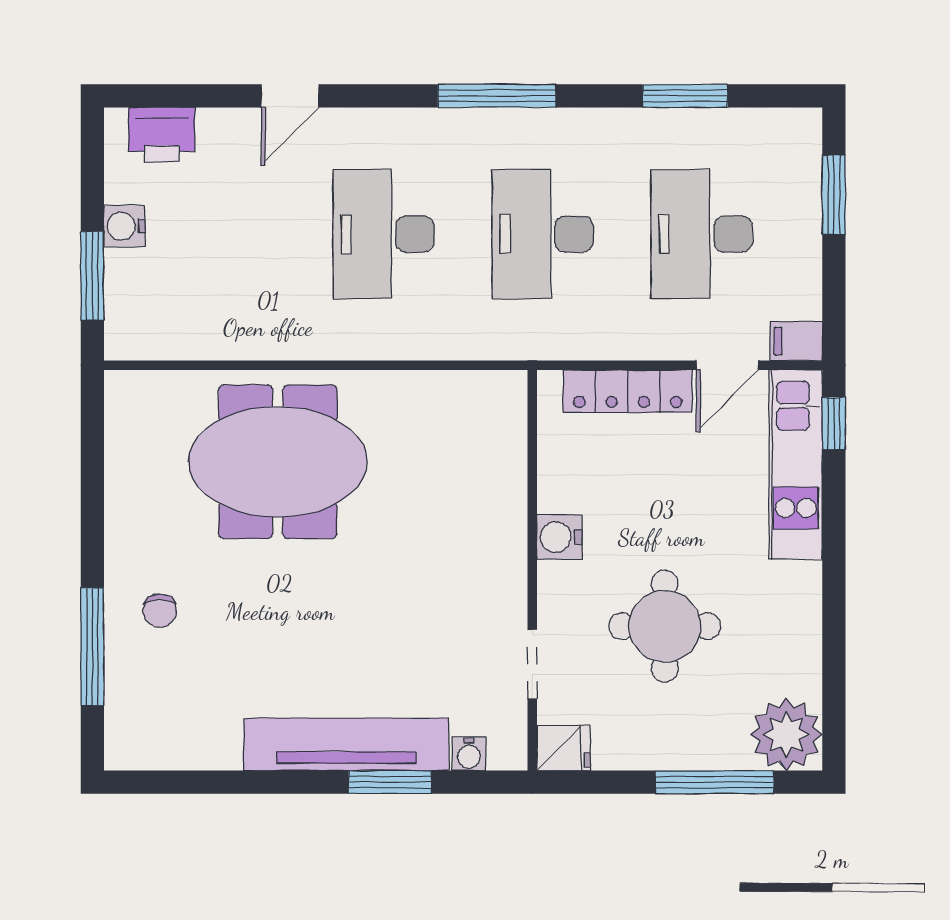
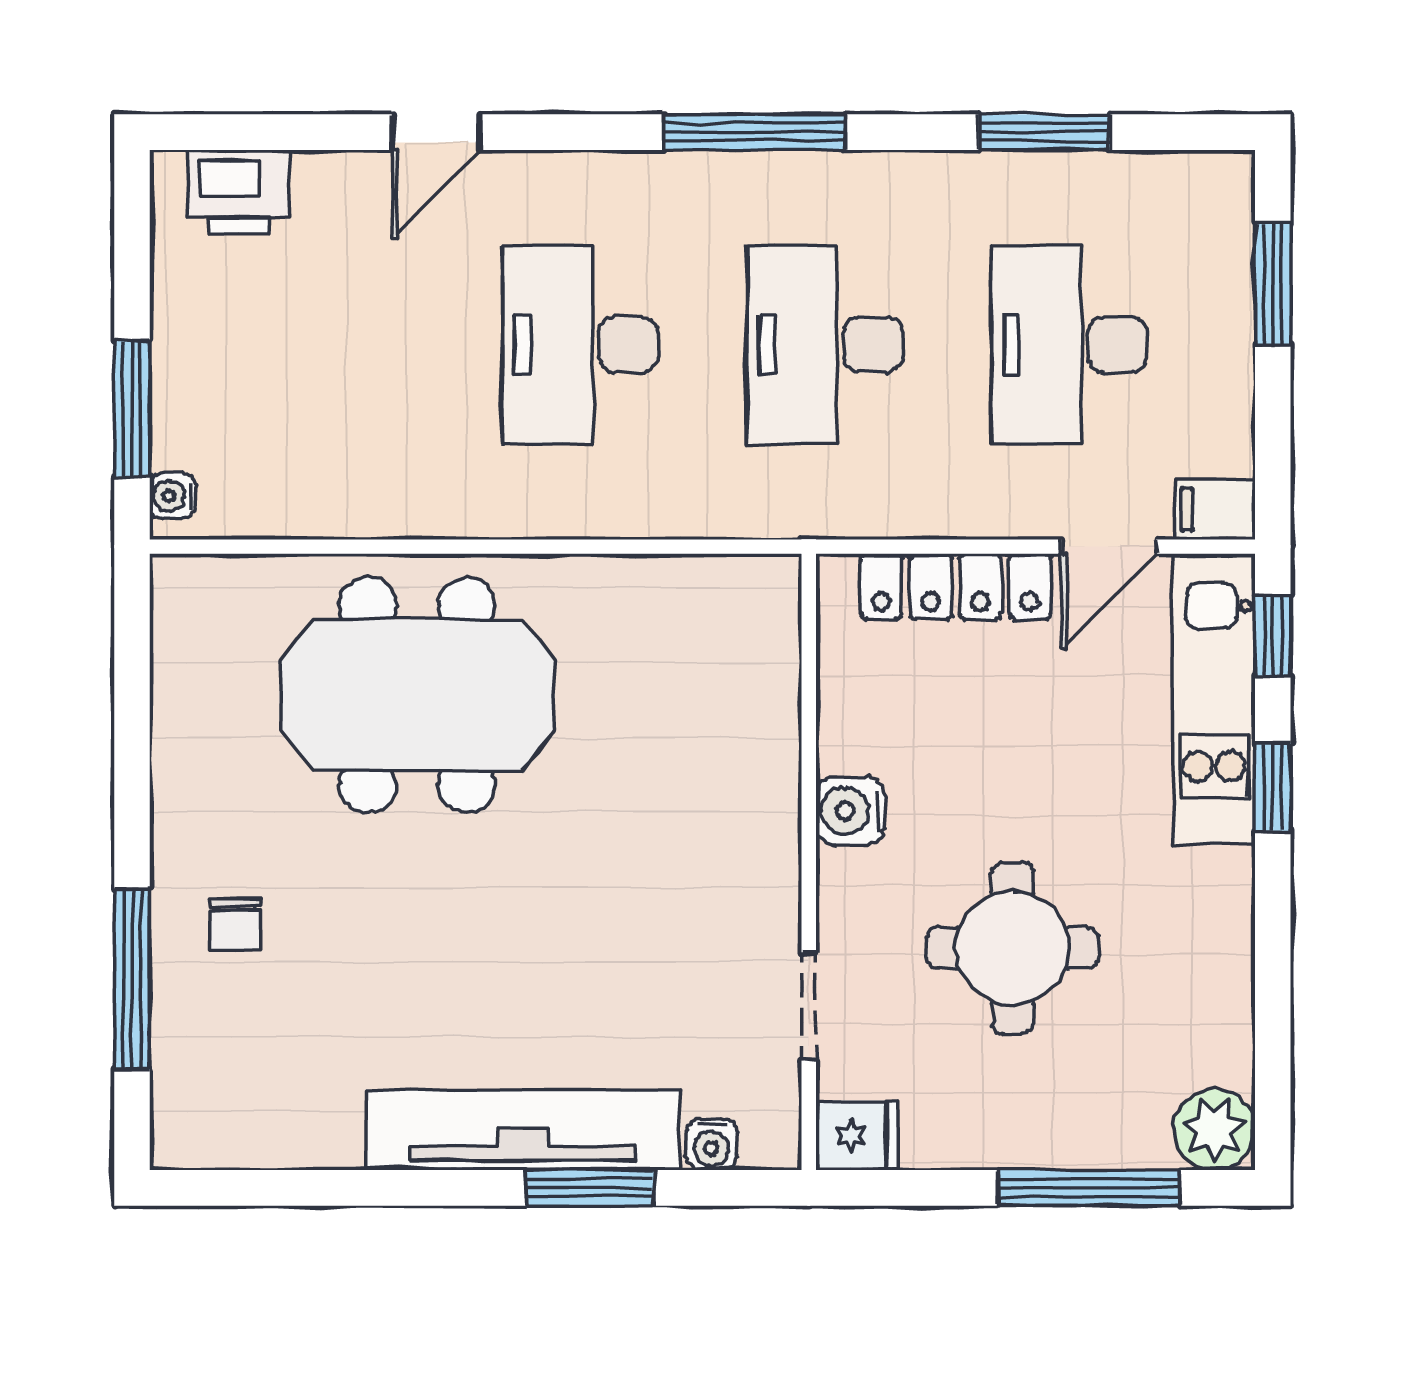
water cooler: (124, 226) -> (173, 496), moved, width x0.72, depth x0.72
window: (834, 522) -> (1273, 787), added
plant: (786, 735) -> (1214, 1129), width x0.73, depth x0.73

